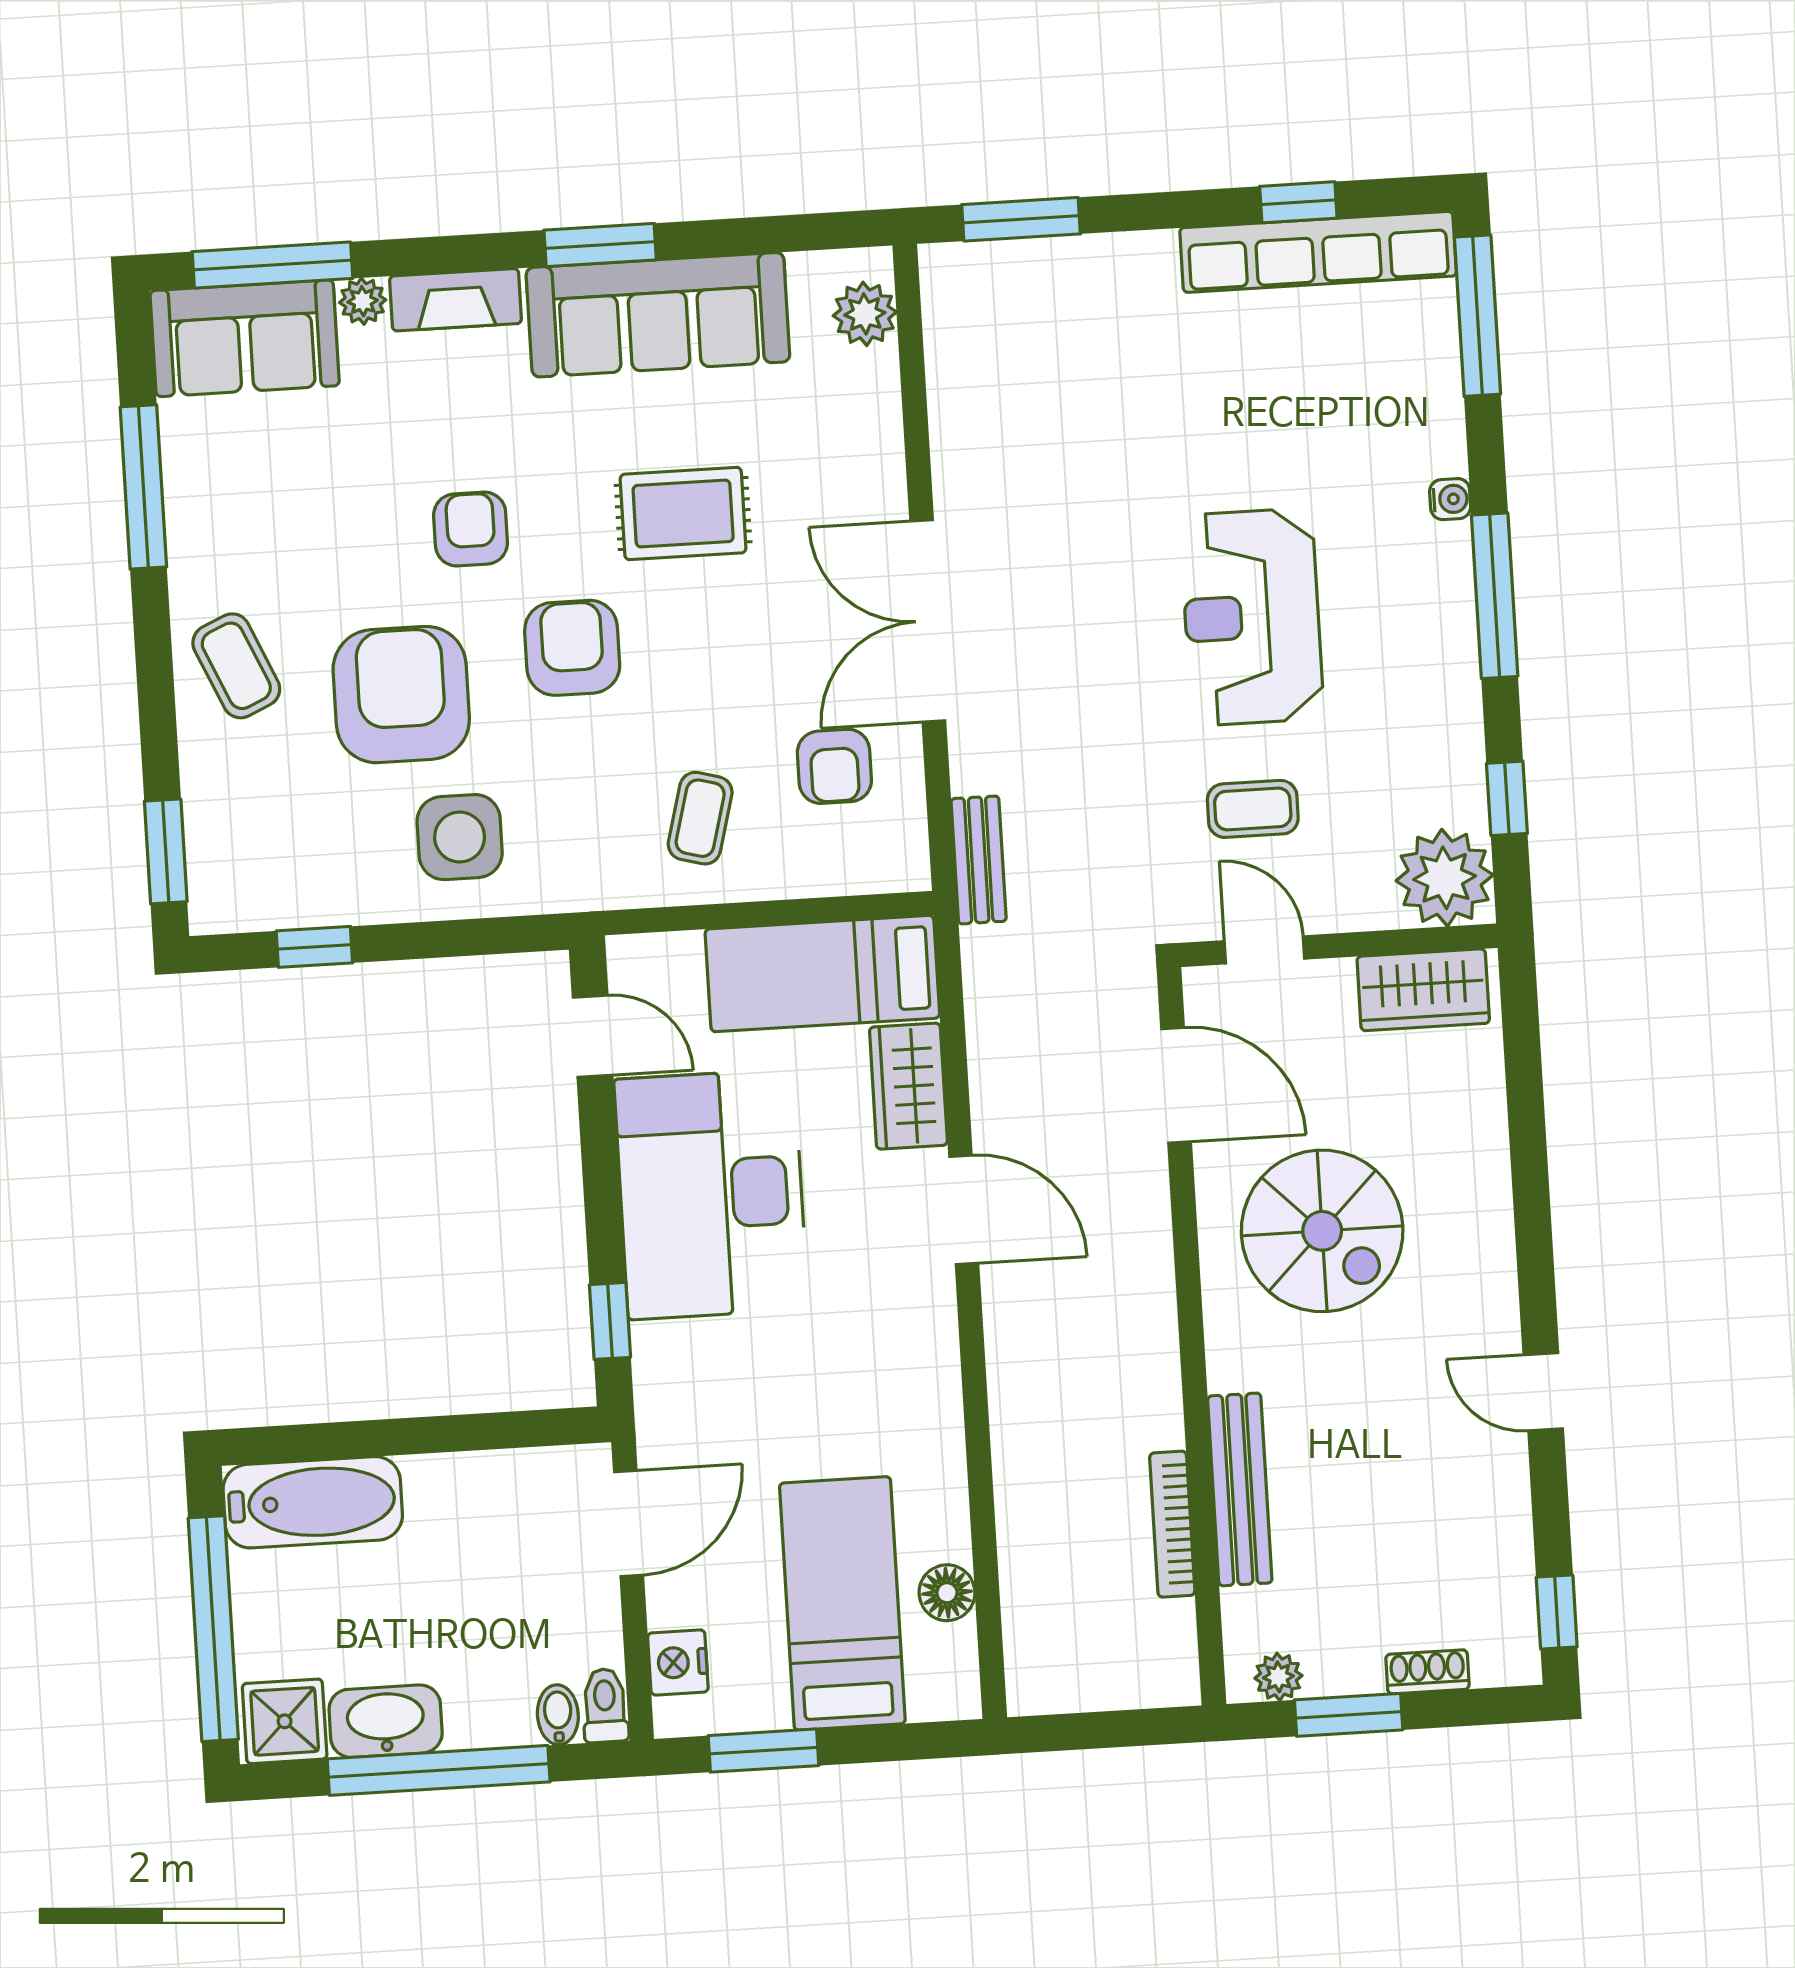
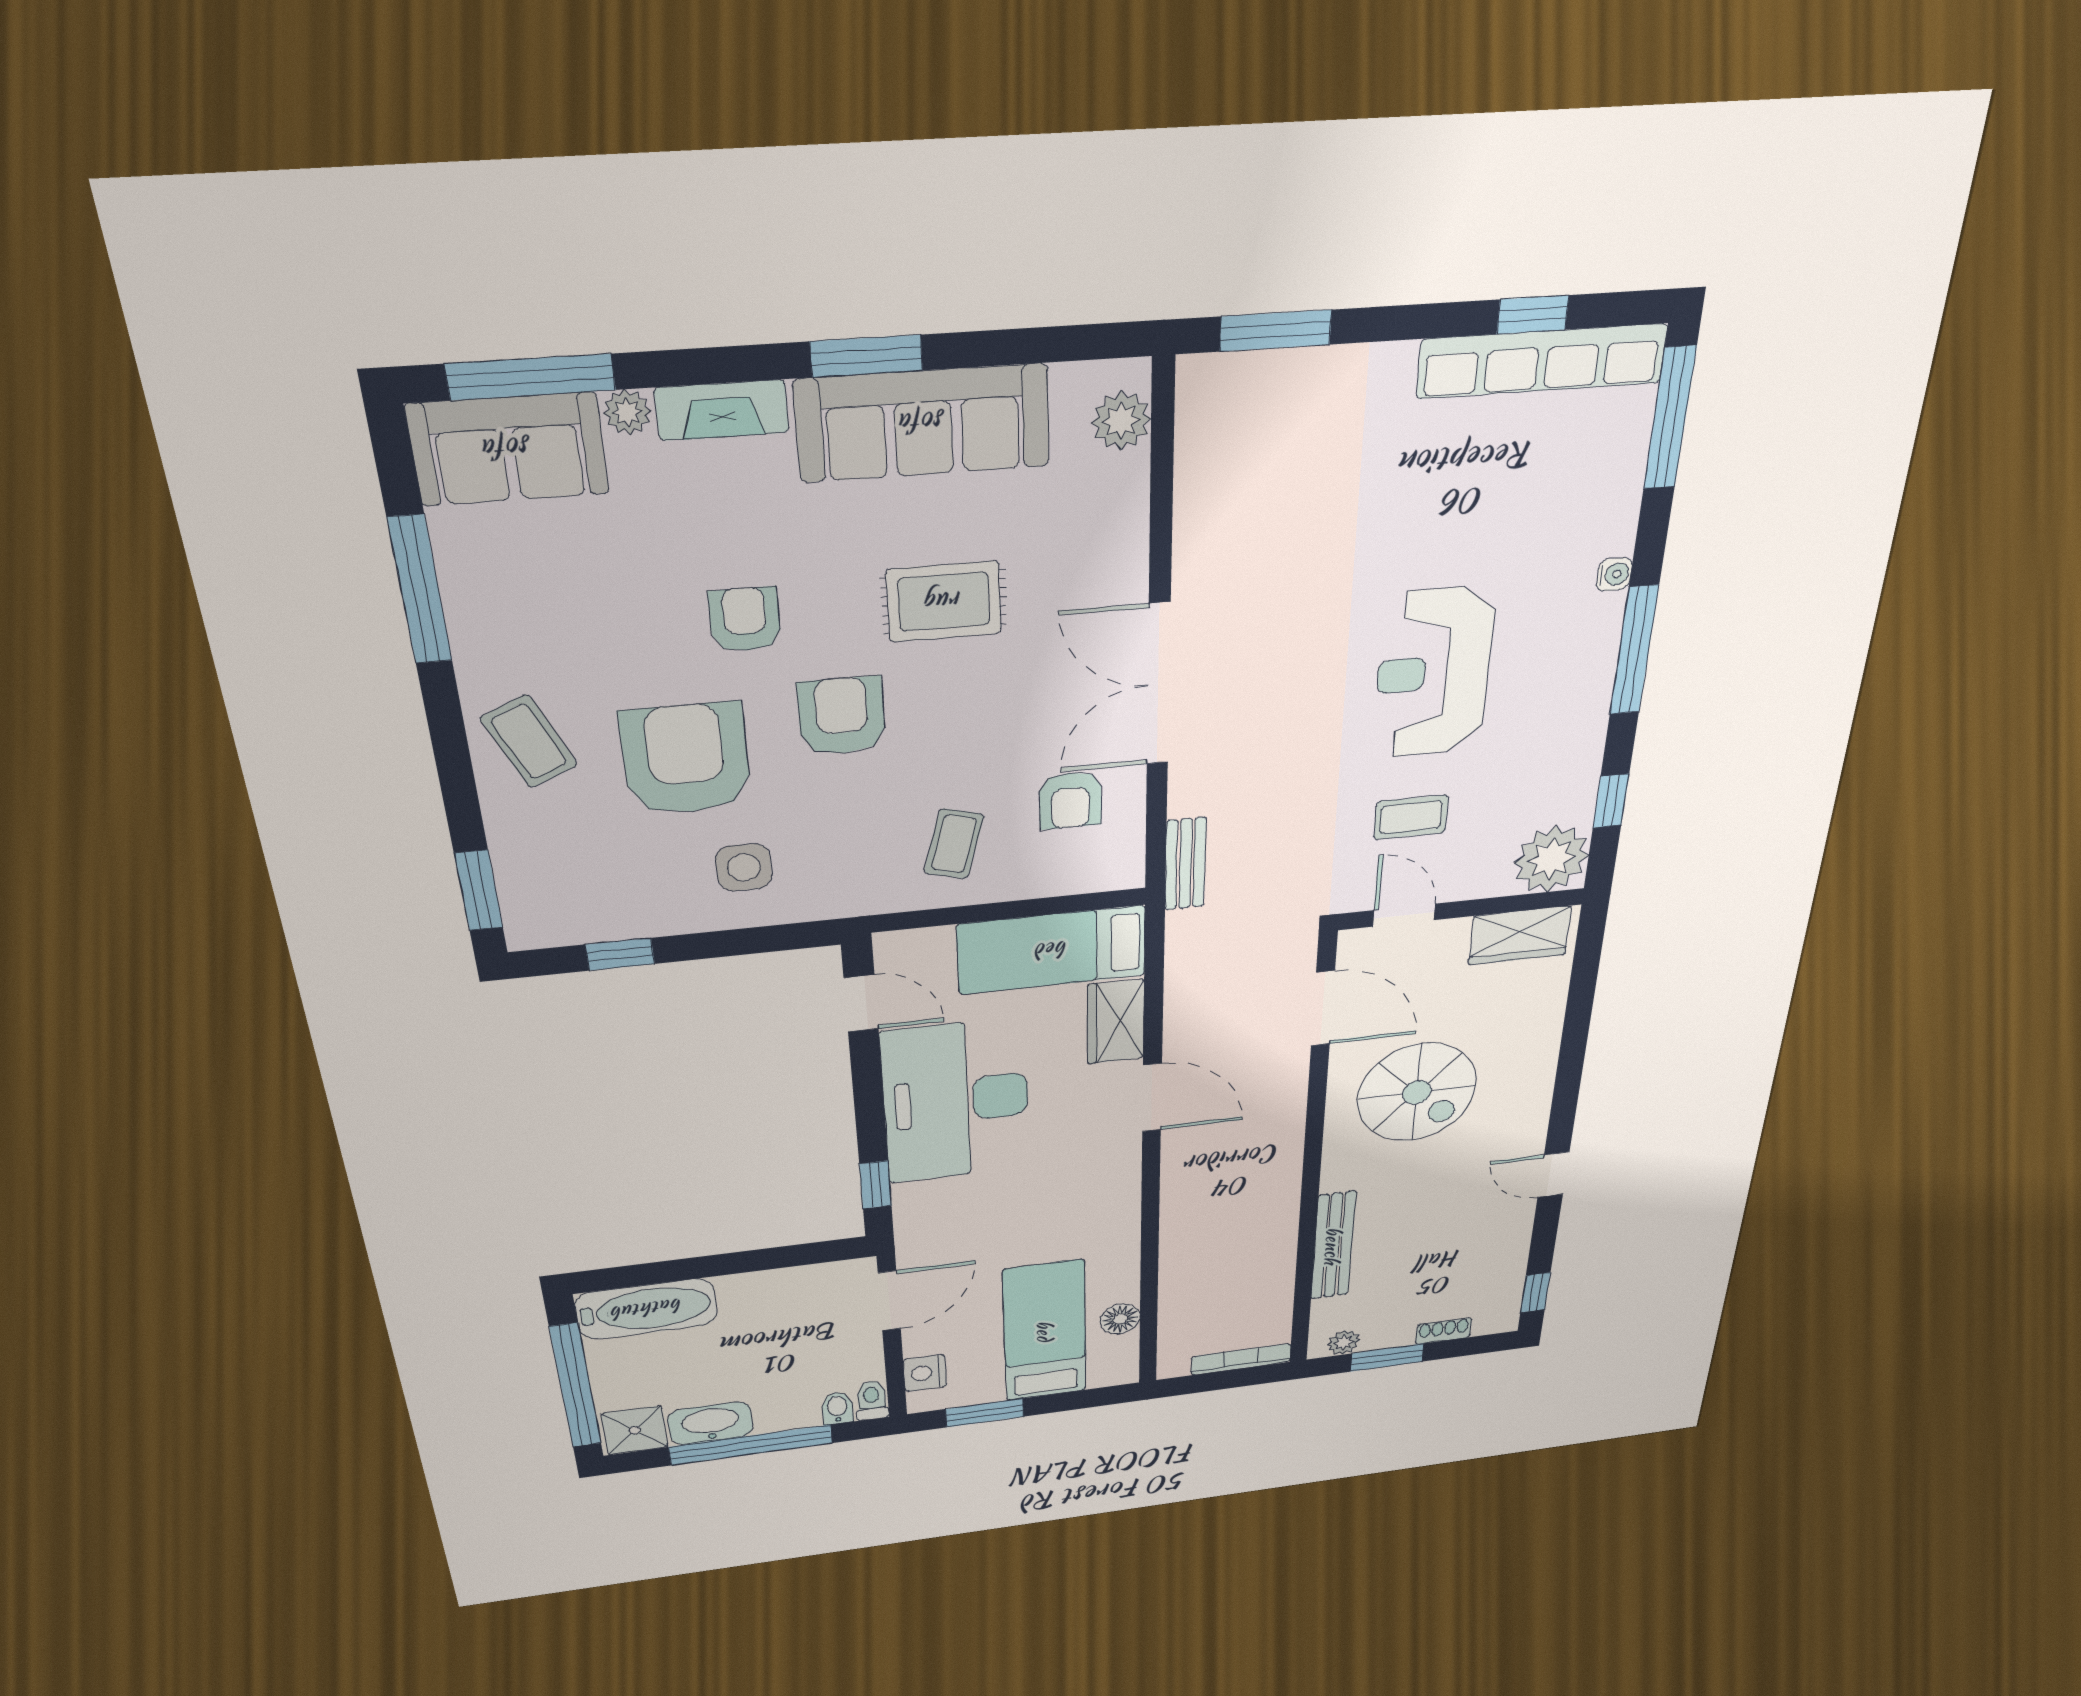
side table: (460, 837) -> (744, 867), width x0.73, depth x0.73
bookcase: (1172, 1524) -> (1241, 1359), moved, turned 90

